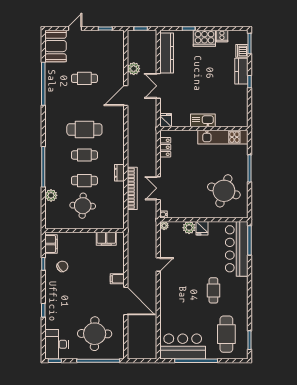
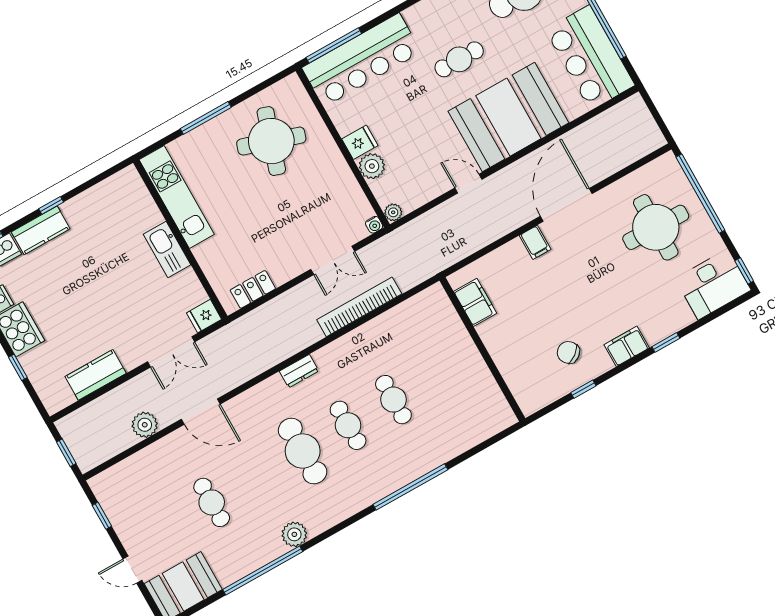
kitchen counter: (167, 53) -> (96, 375), width x0.67
double door: (158, 86) -> (171, 352), moved
dresser: (119, 173) -> (299, 371), moved
plant: (51, 195) -> (294, 534), moved
round table: (83, 206) -> (440, 377), removed
filing cabinet: (51, 244) -> (627, 346), moved
booth: (177, 298) -> (508, 117), added

